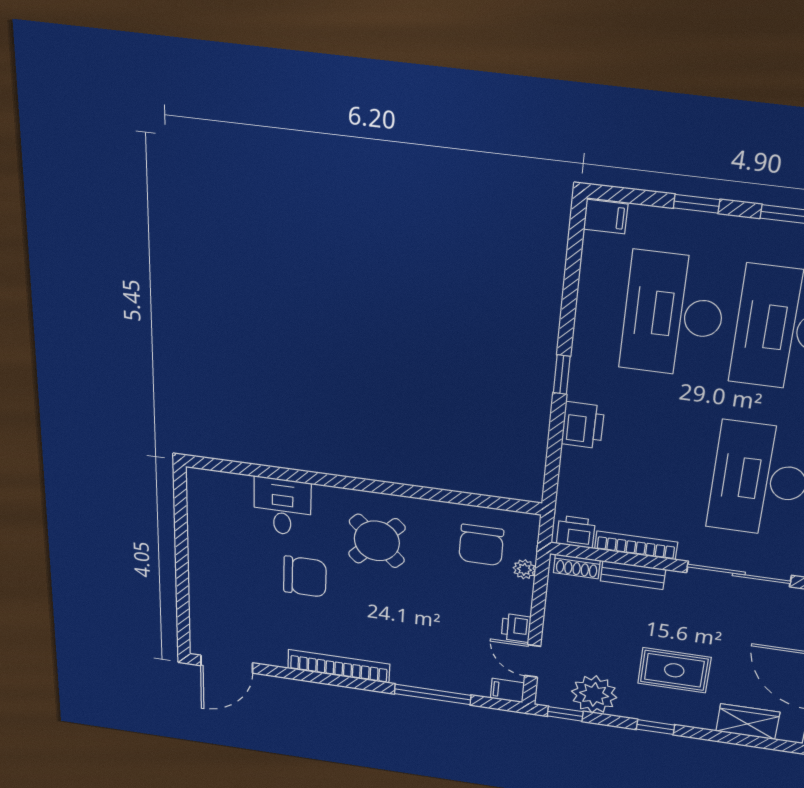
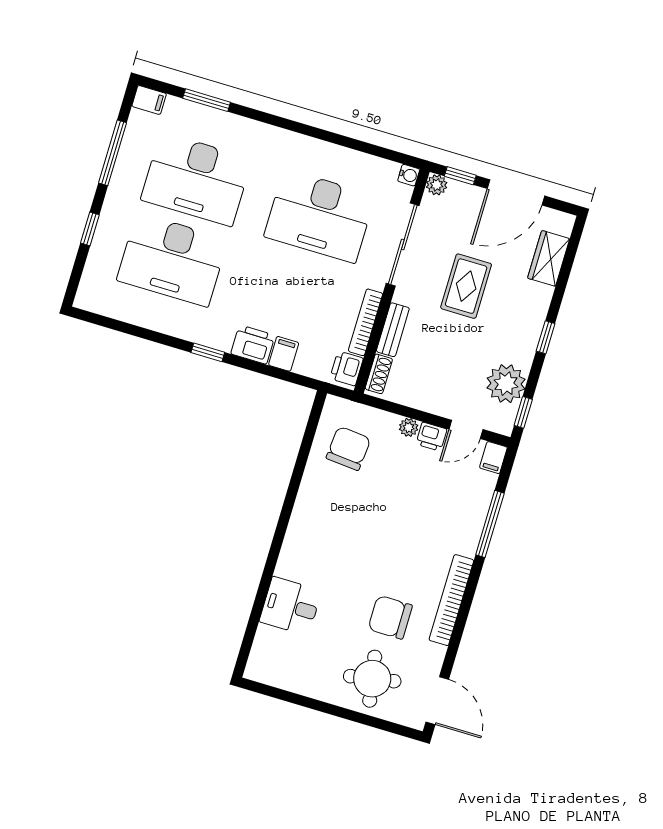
filing cabinet: (606, 217) -> (284, 354), moved
round table: (377, 541) -> (372, 679), moved, turned 36
chair: (481, 545) -> (348, 448), turned -85
plant: (524, 569) -> (409, 427), moved
chair: (305, 577) -> (390, 617), moved, turned -90
rug: (674, 670) -> (466, 286), moved

